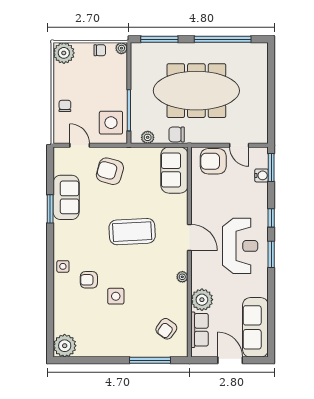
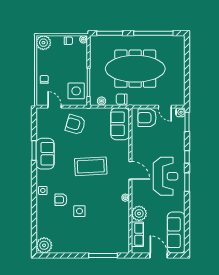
water cooler: (262, 175) -> (180, 112), moved
sofa: (66, 197) -> (45, 154), moved
armchair: (166, 329) -> (114, 234), removed

